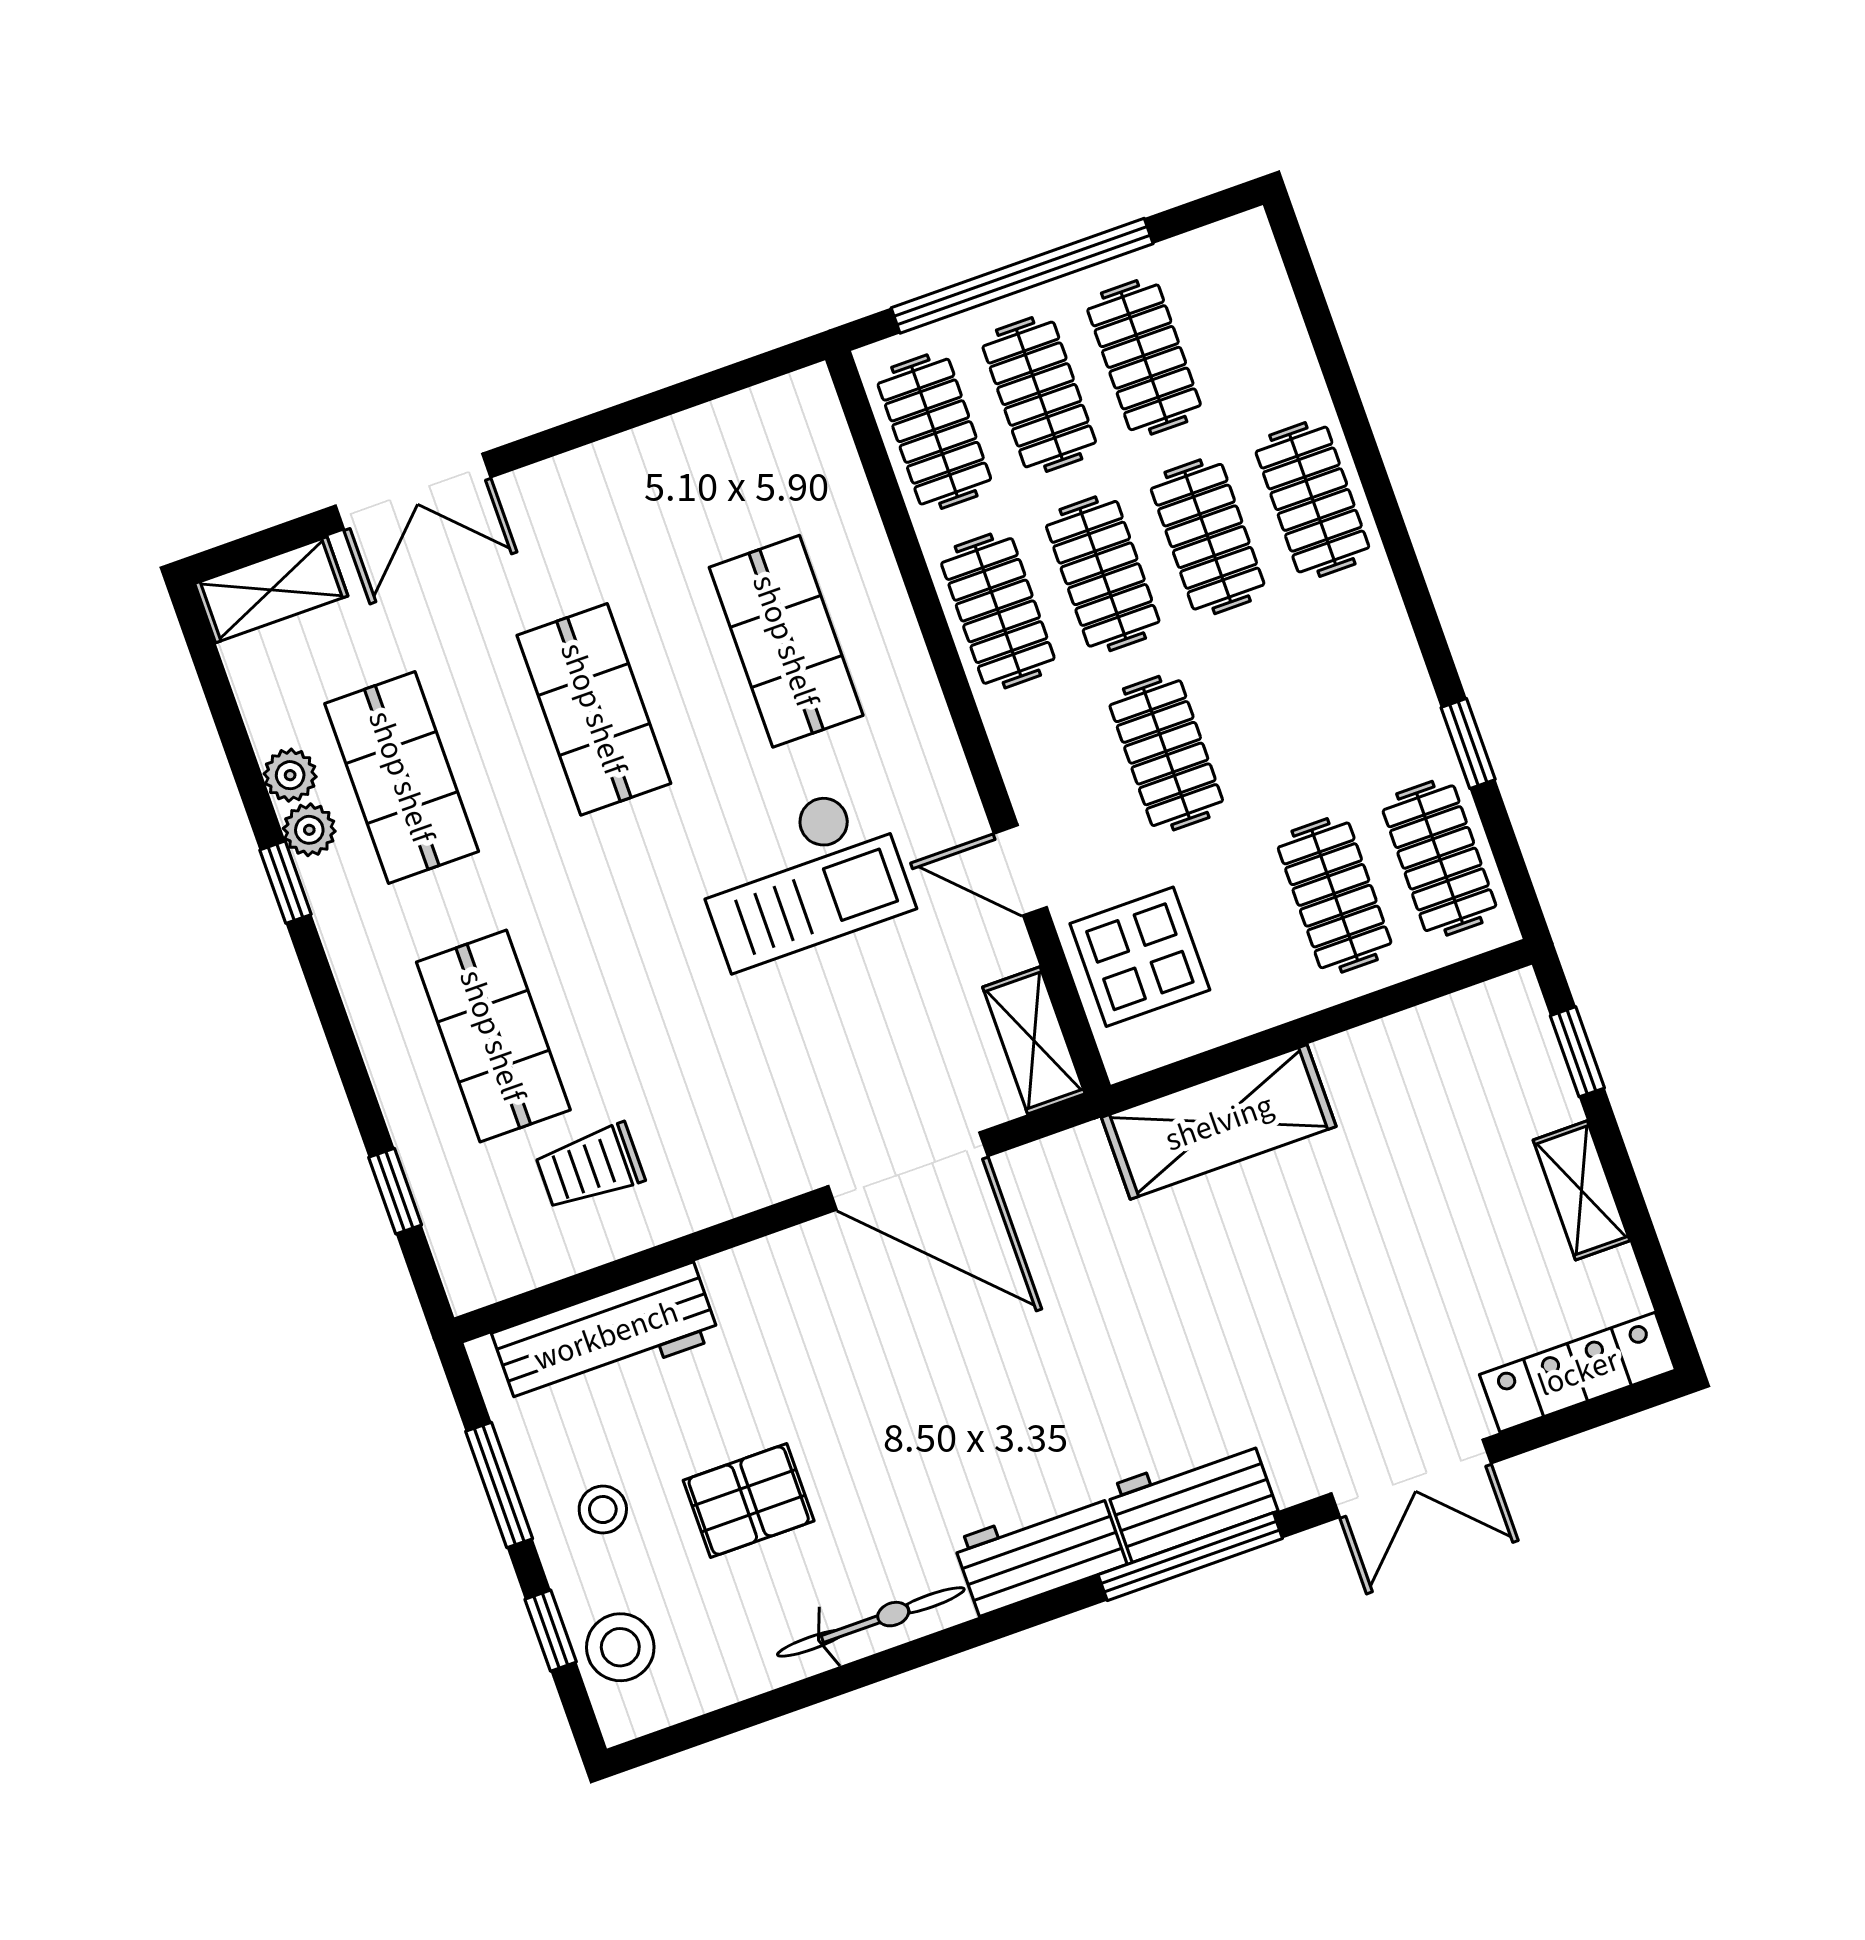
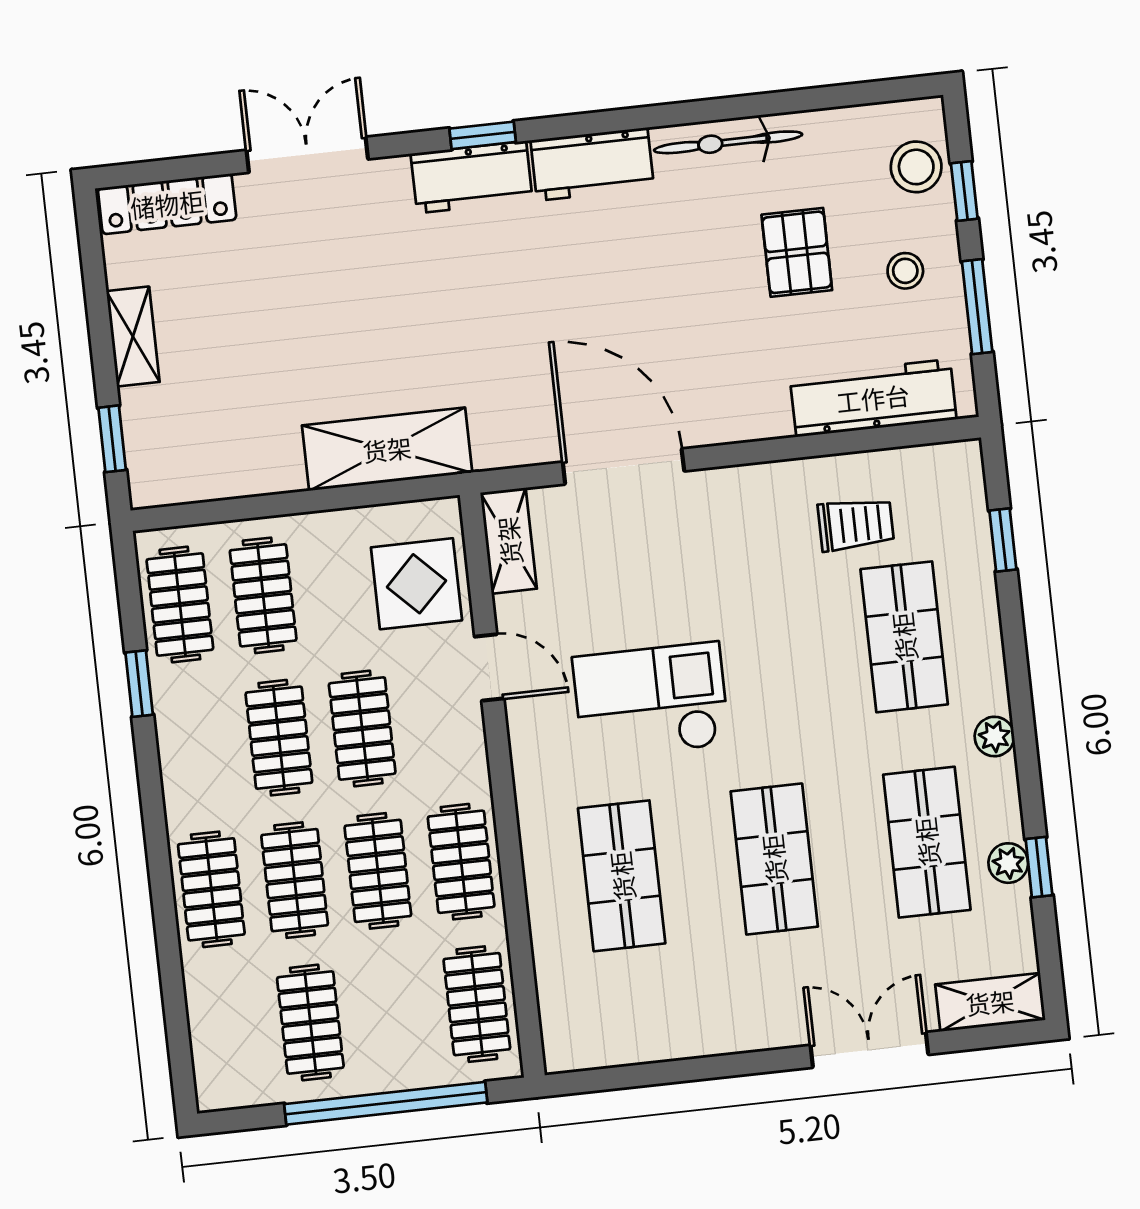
clothes rail: (1039, 394) -> (279, 738), moved
plant: (309, 830) -> (994, 737), moved
window: (286, 882) -> (1039, 867), moved
pallet: (749, 1501) -> (797, 252), turned 90
window: (1190, 1557) -> (483, 135), width x0.46

